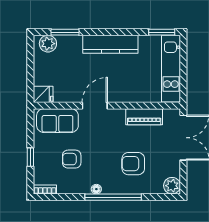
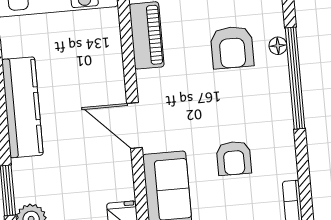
floor lamp: (96, 189) -> (278, 46), moved

